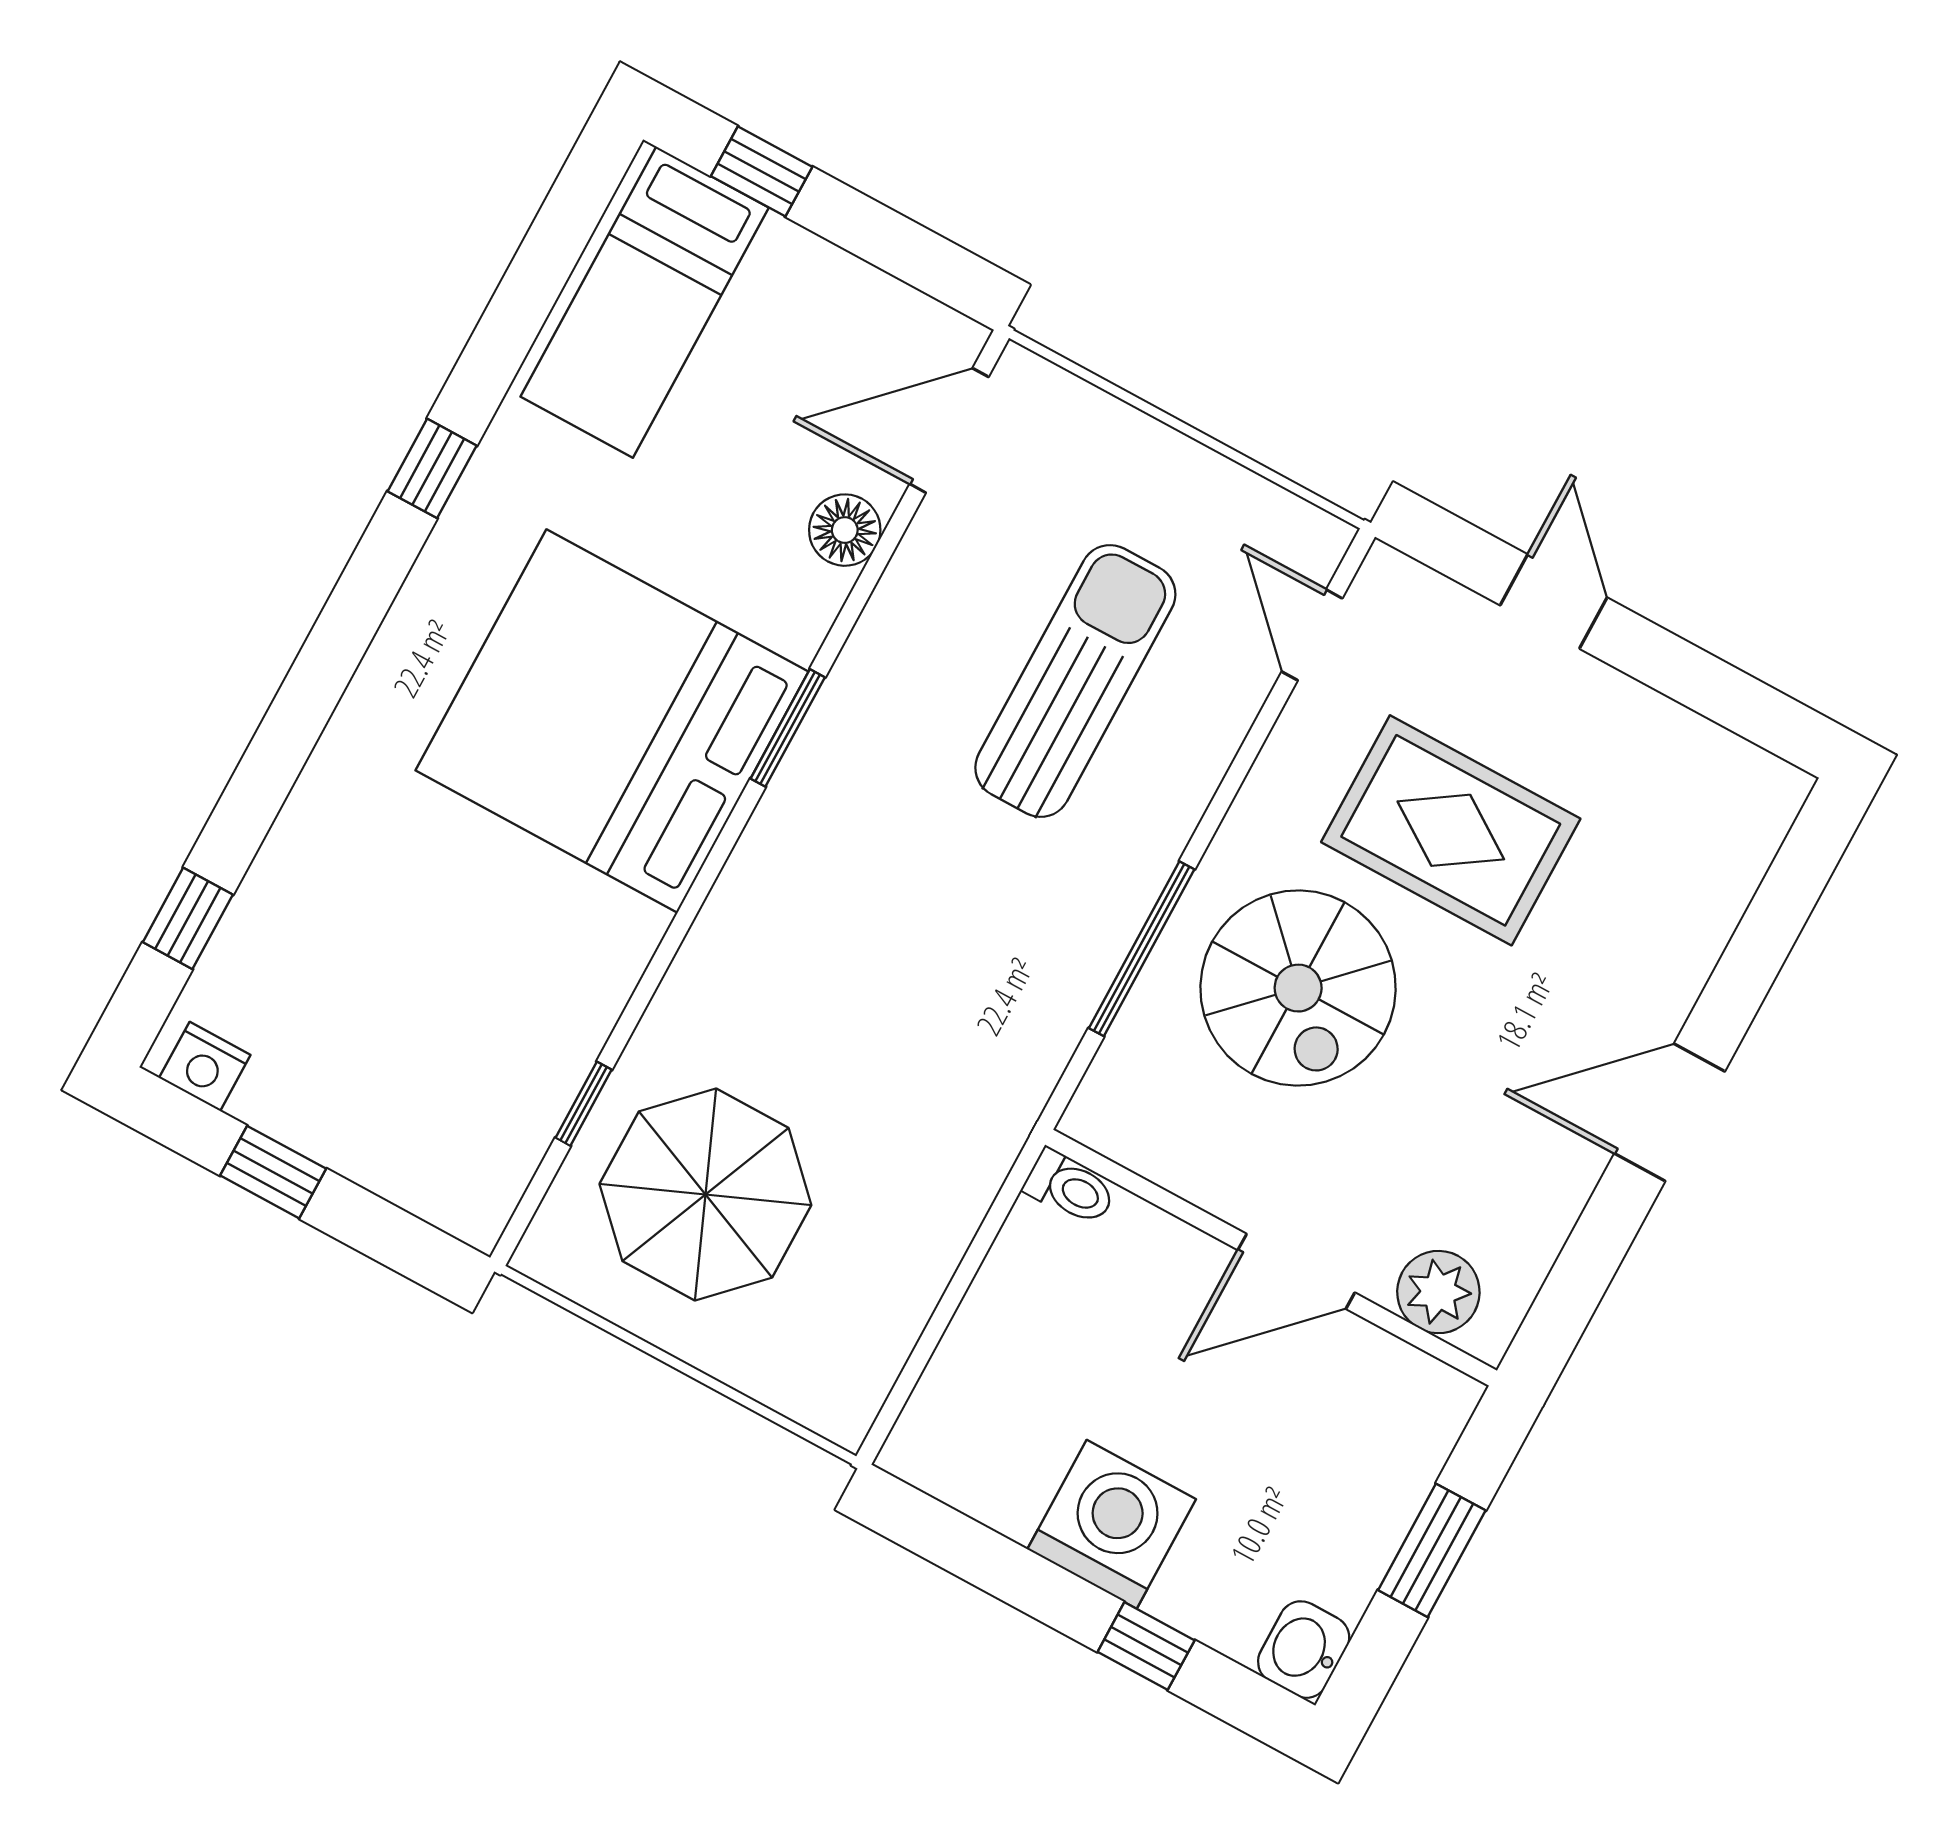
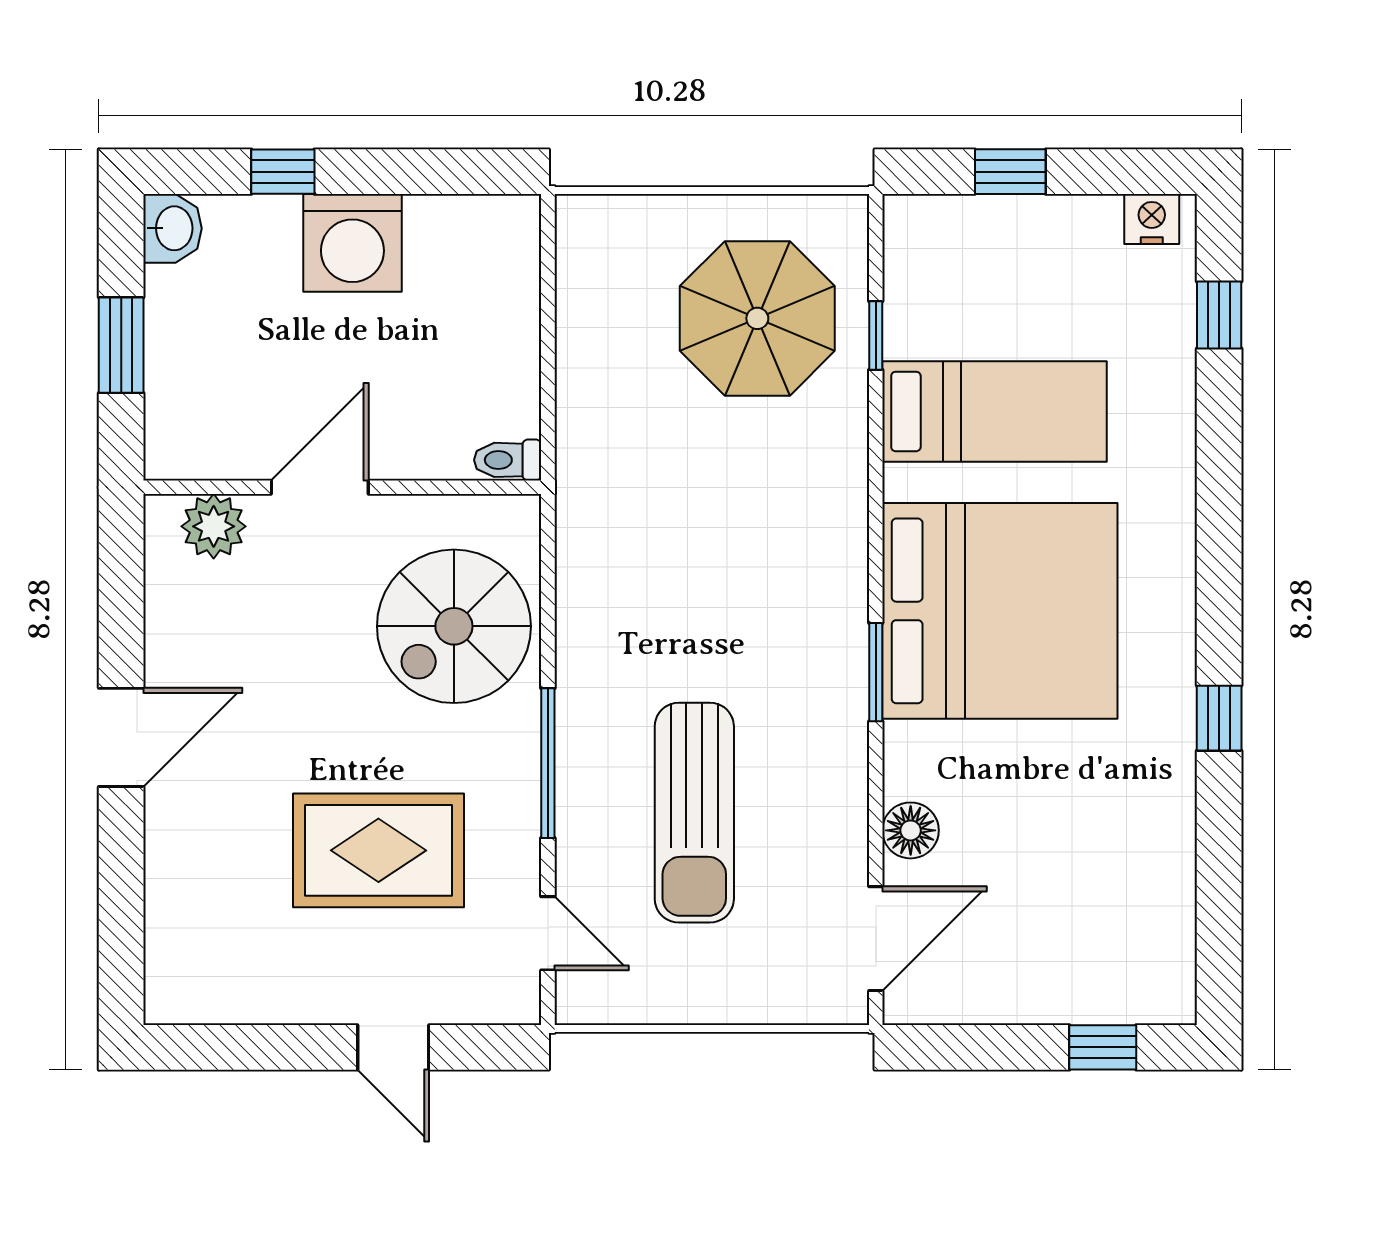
bed: (645, 302) -> (995, 411), moved, turned 90
window: (1142, 949) -> (548, 763), moved
spiral stairs: (1298, 988) -> (454, 626), moved, turned -90
window: (273, 1172) -> (1010, 172), moved

